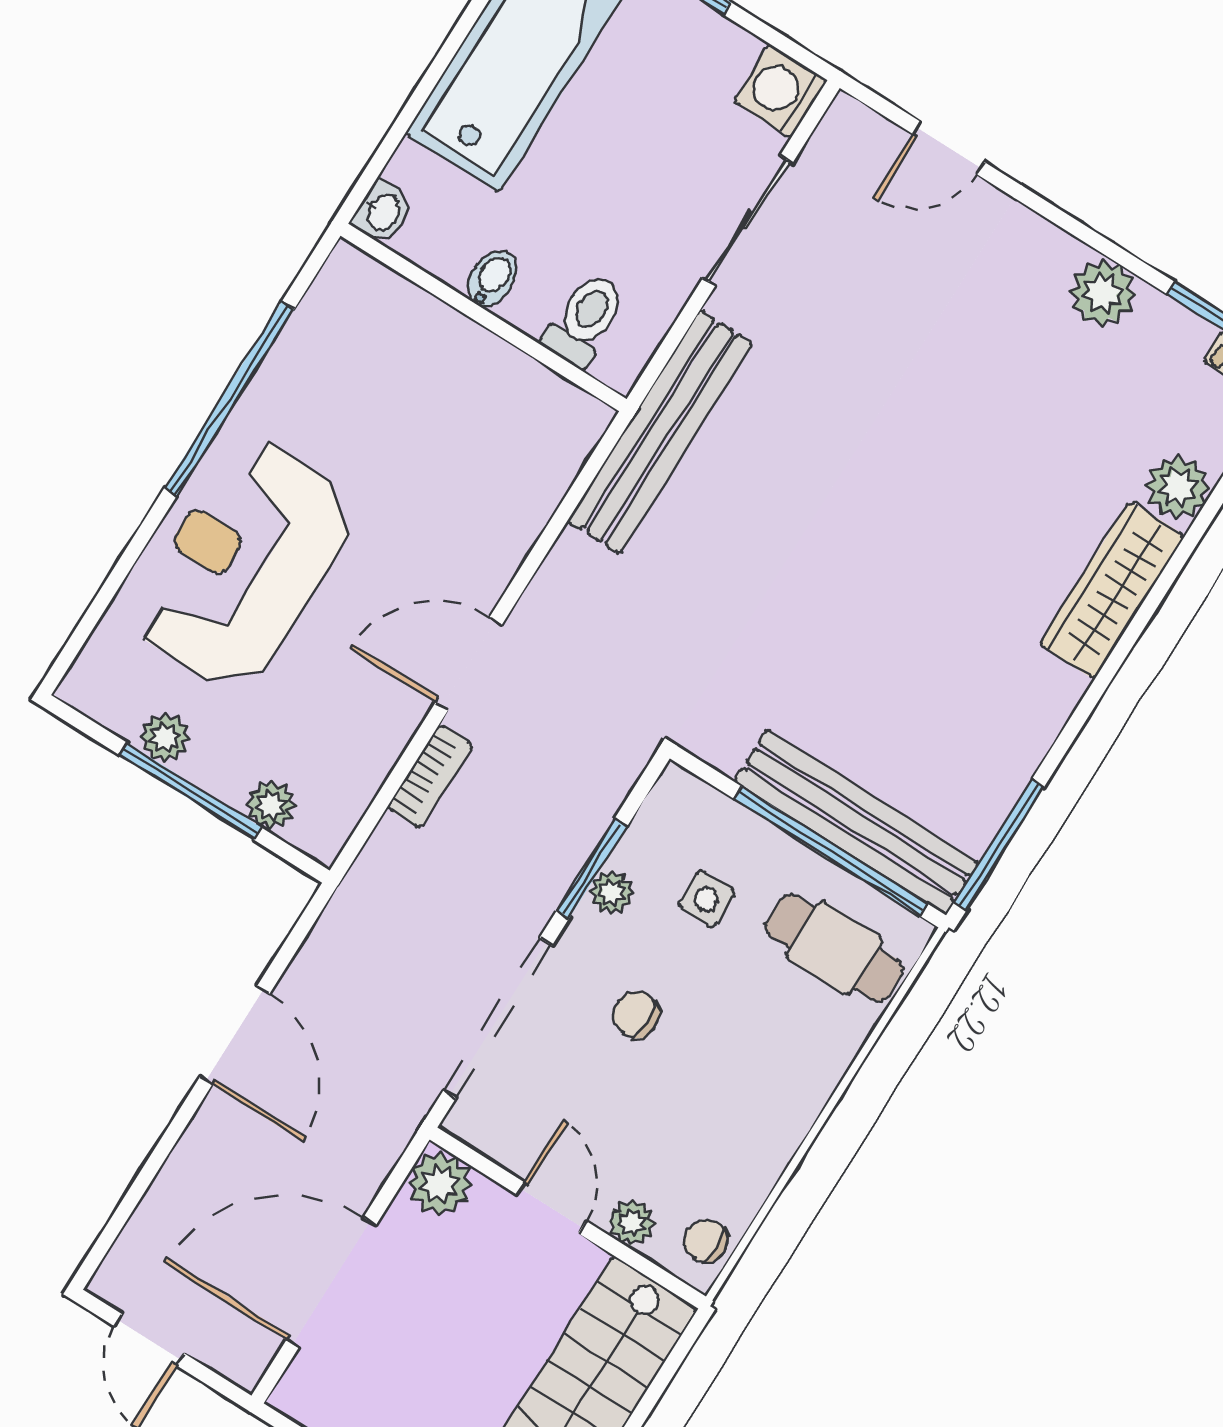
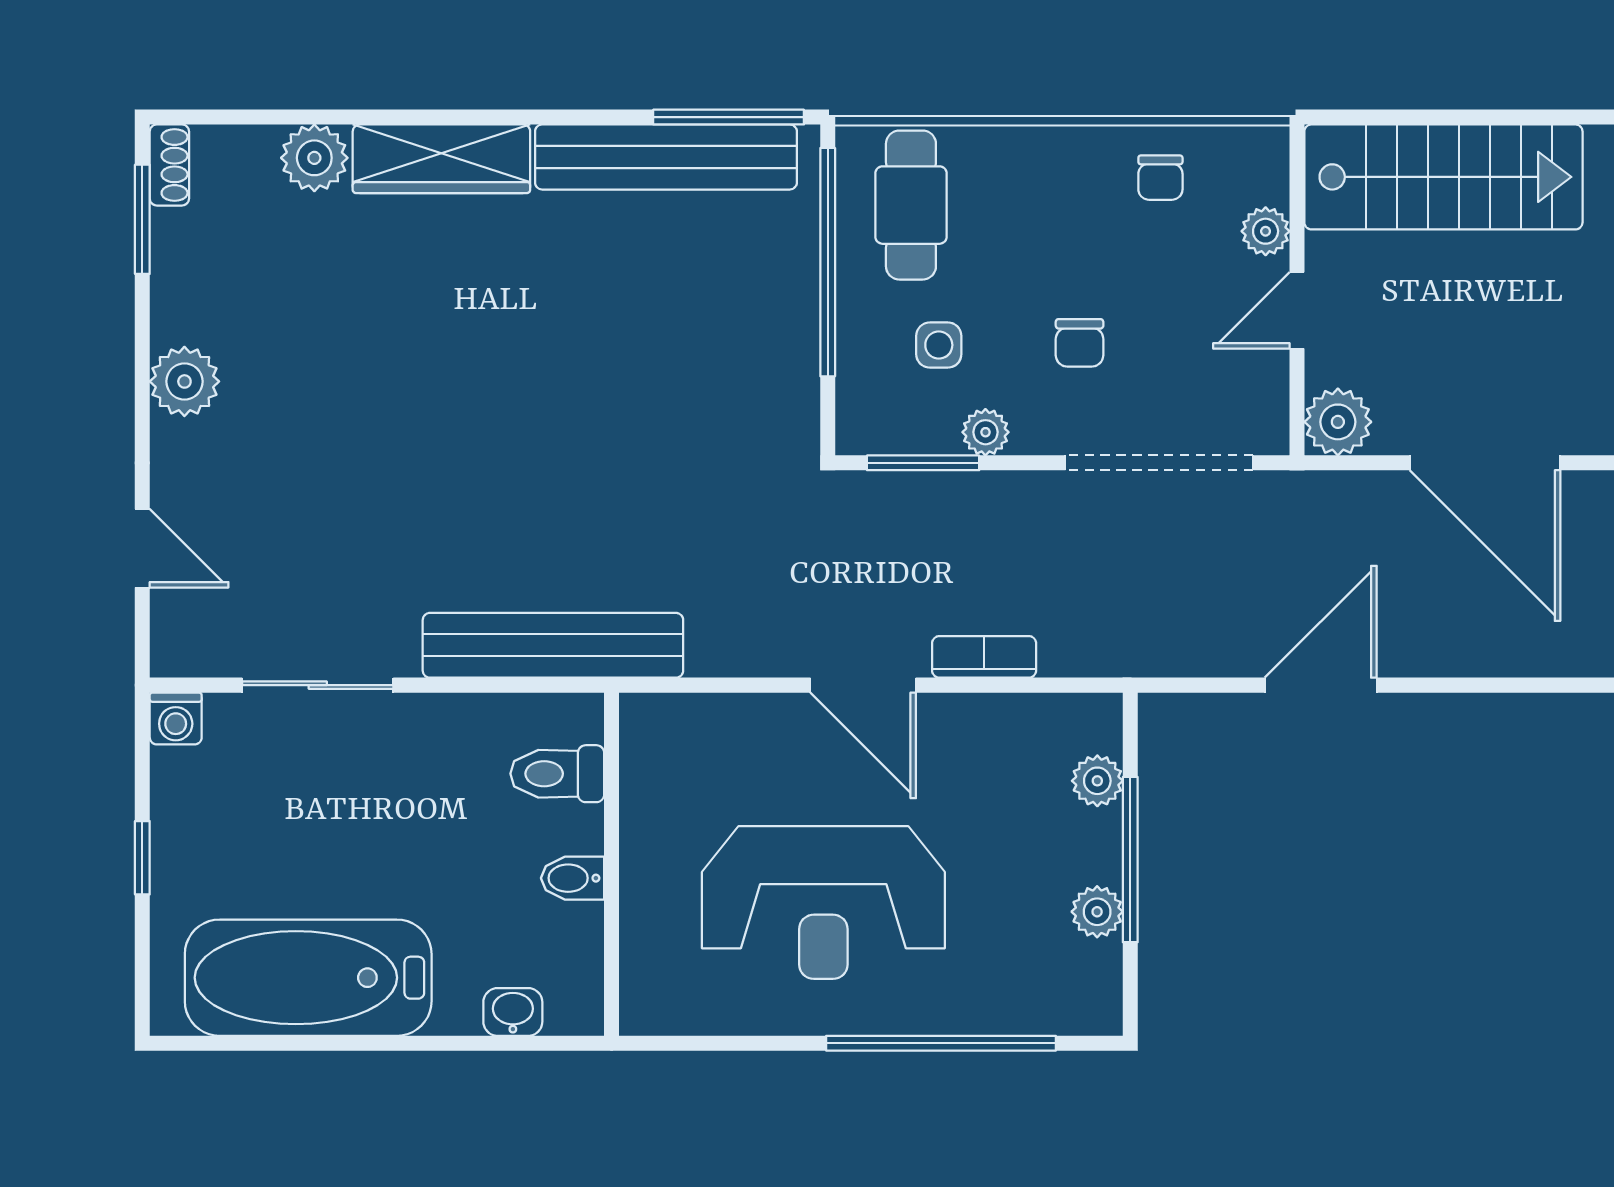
washing machine: (780, 91) -> (176, 719), width x0.73, depth x0.73
bidet: (492, 279) -> (573, 878), moved
plant: (1103, 293) -> (184, 381), moved
wall: (484, 317) -> (612, 864), moved
toilet: (585, 320) -> (557, 774), moved
window: (229, 399) -> (941, 1043), moved
reception desk: (243, 564) -> (823, 903), moved
bench: (856, 822) -> (666, 157), moved, turned 90
window: (592, 869) -> (923, 463), moved
chair: (706, 1241) -> (1160, 178), moved

